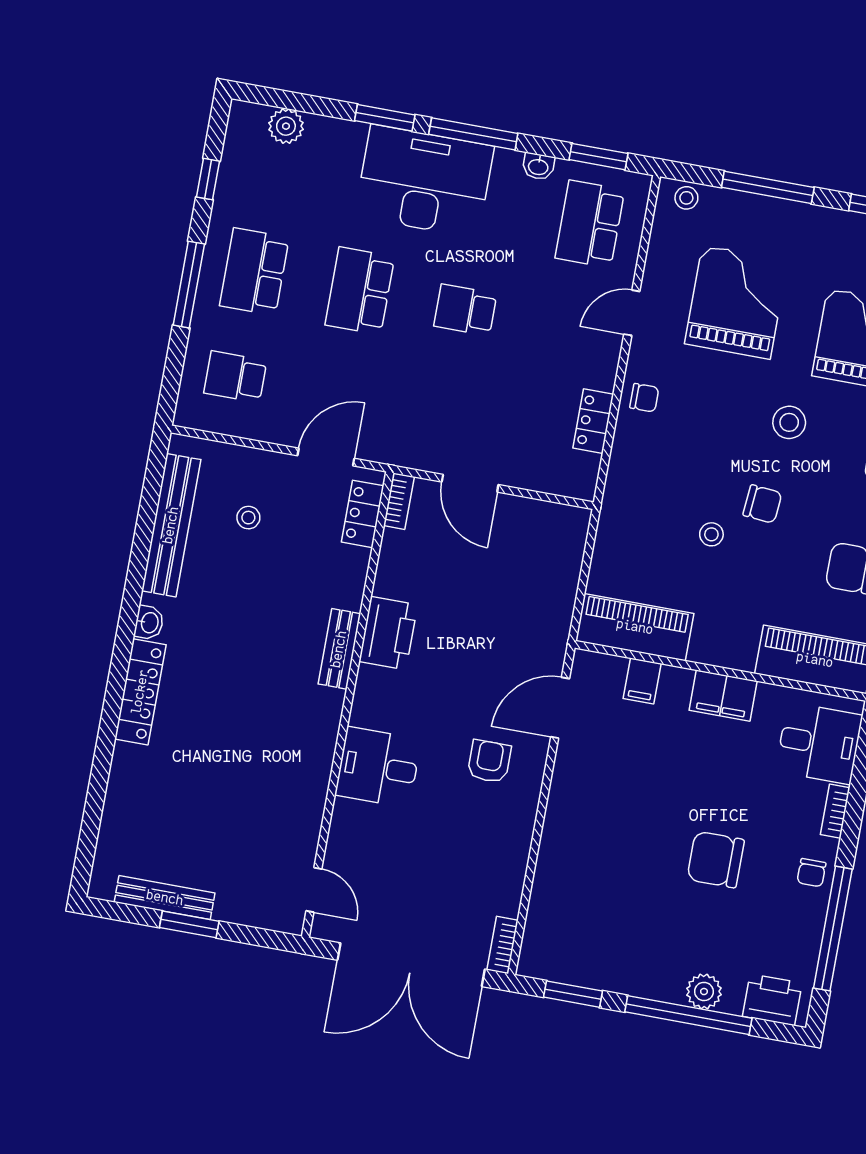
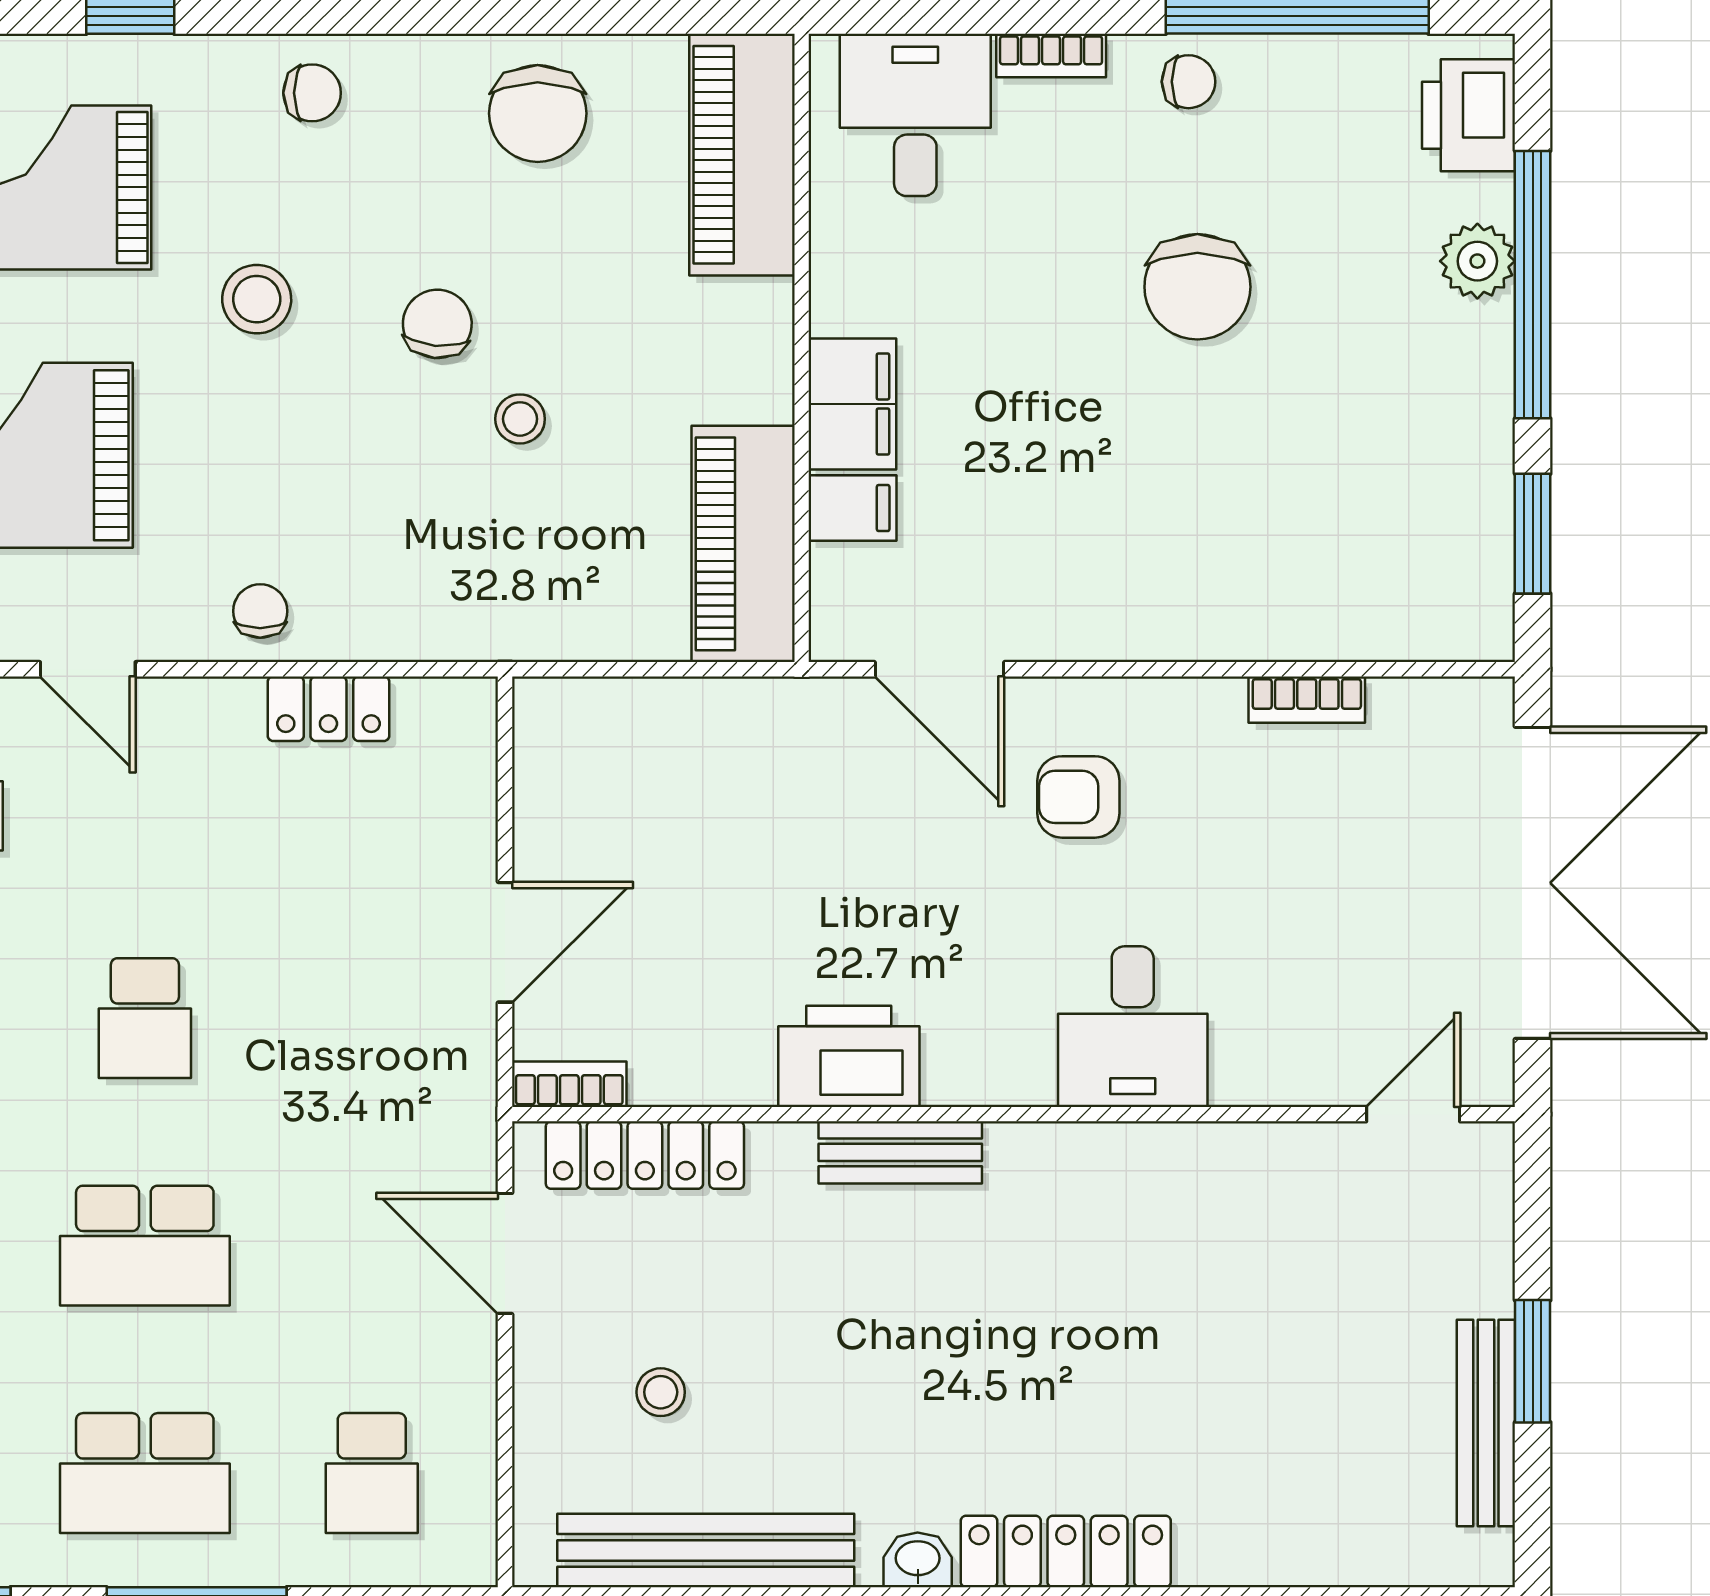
locker: (363, 514) -> (645, 1155), width x1.53
filing cabinet: (723, 696) -> (852, 404), moved
bookcase: (502, 945) -> (1307, 700), moved

